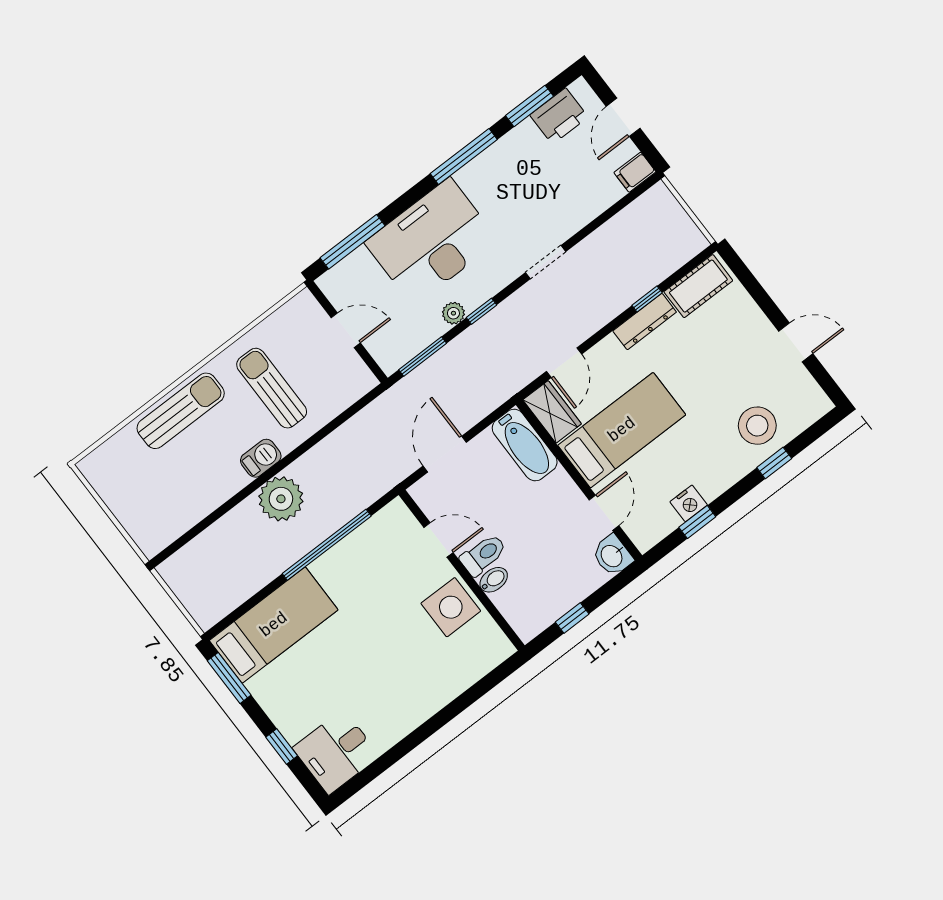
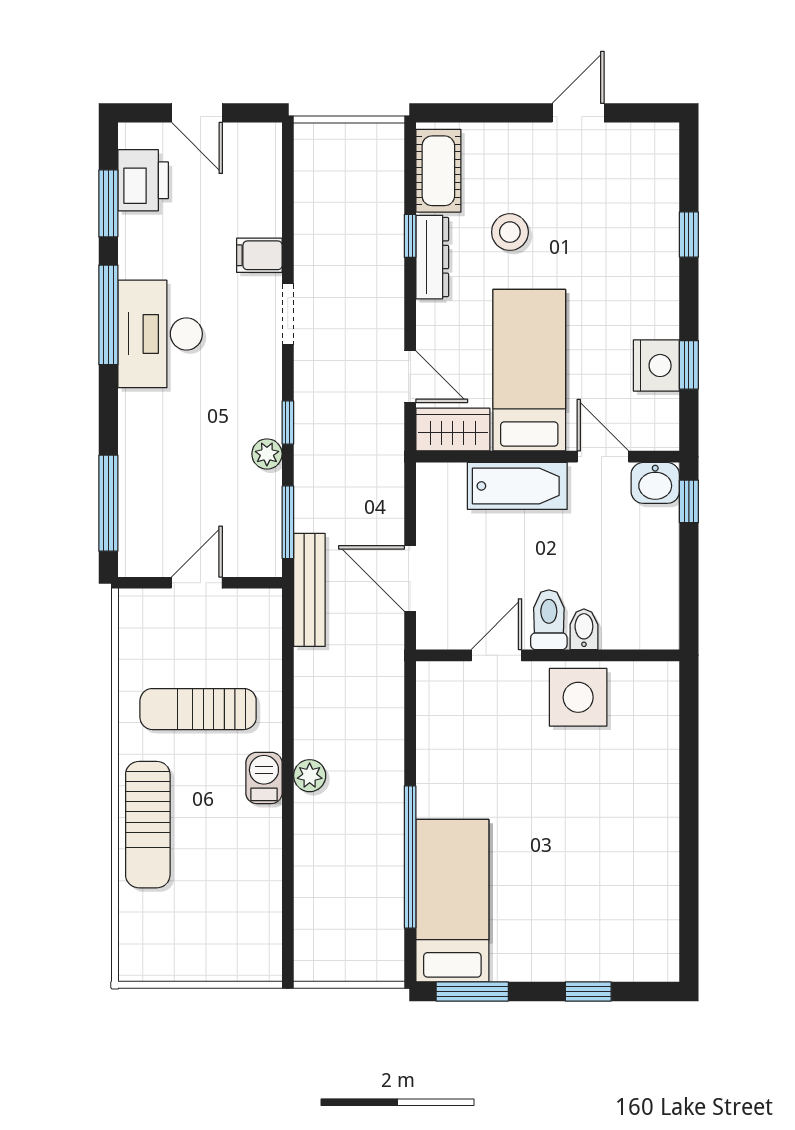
filing cabinet: (635, 172) -> (259, 255), moved, turned 90
desk: (432, 242) -> (160, 334), moved, width x0.73, depth x0.77
bench: (392, 400) -> (309, 590), added
sun lounger: (181, 411) -> (148, 825), turned 180
stool: (757, 426) -> (510, 232), moved, width x0.73, depth x0.73
bathtub: (525, 445) -> (517, 486), moved
plant: (281, 499) -> (310, 776), width x0.53, depth x0.53
nightstand: (689, 503) -> (656, 366), width x1.36, depth x1.33
window: (327, 545) -> (410, 857), moved
window: (572, 618) -> (689, 501), moved
desk: (336, 752) -> (639, 938), removed

